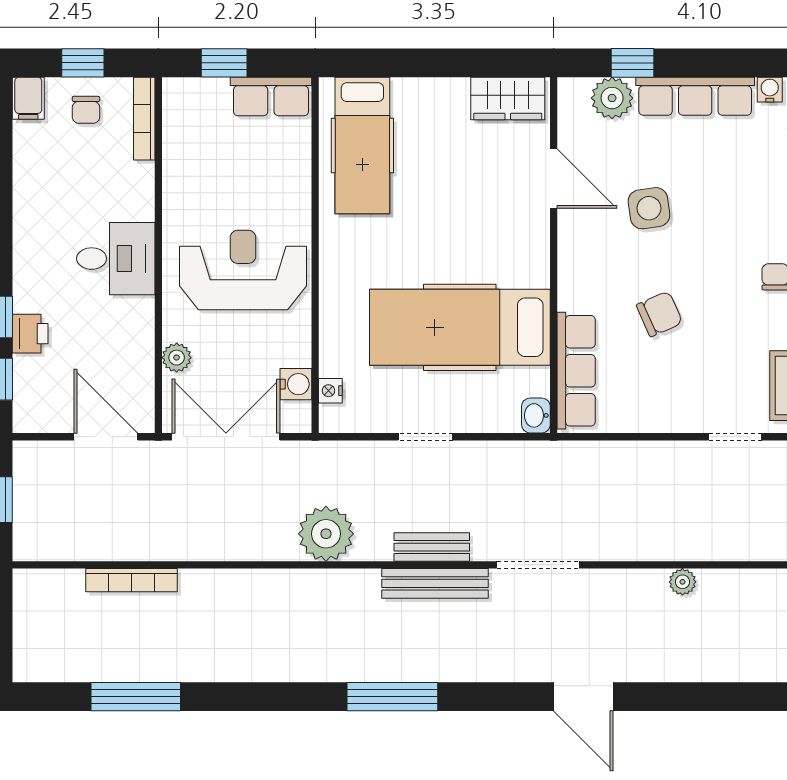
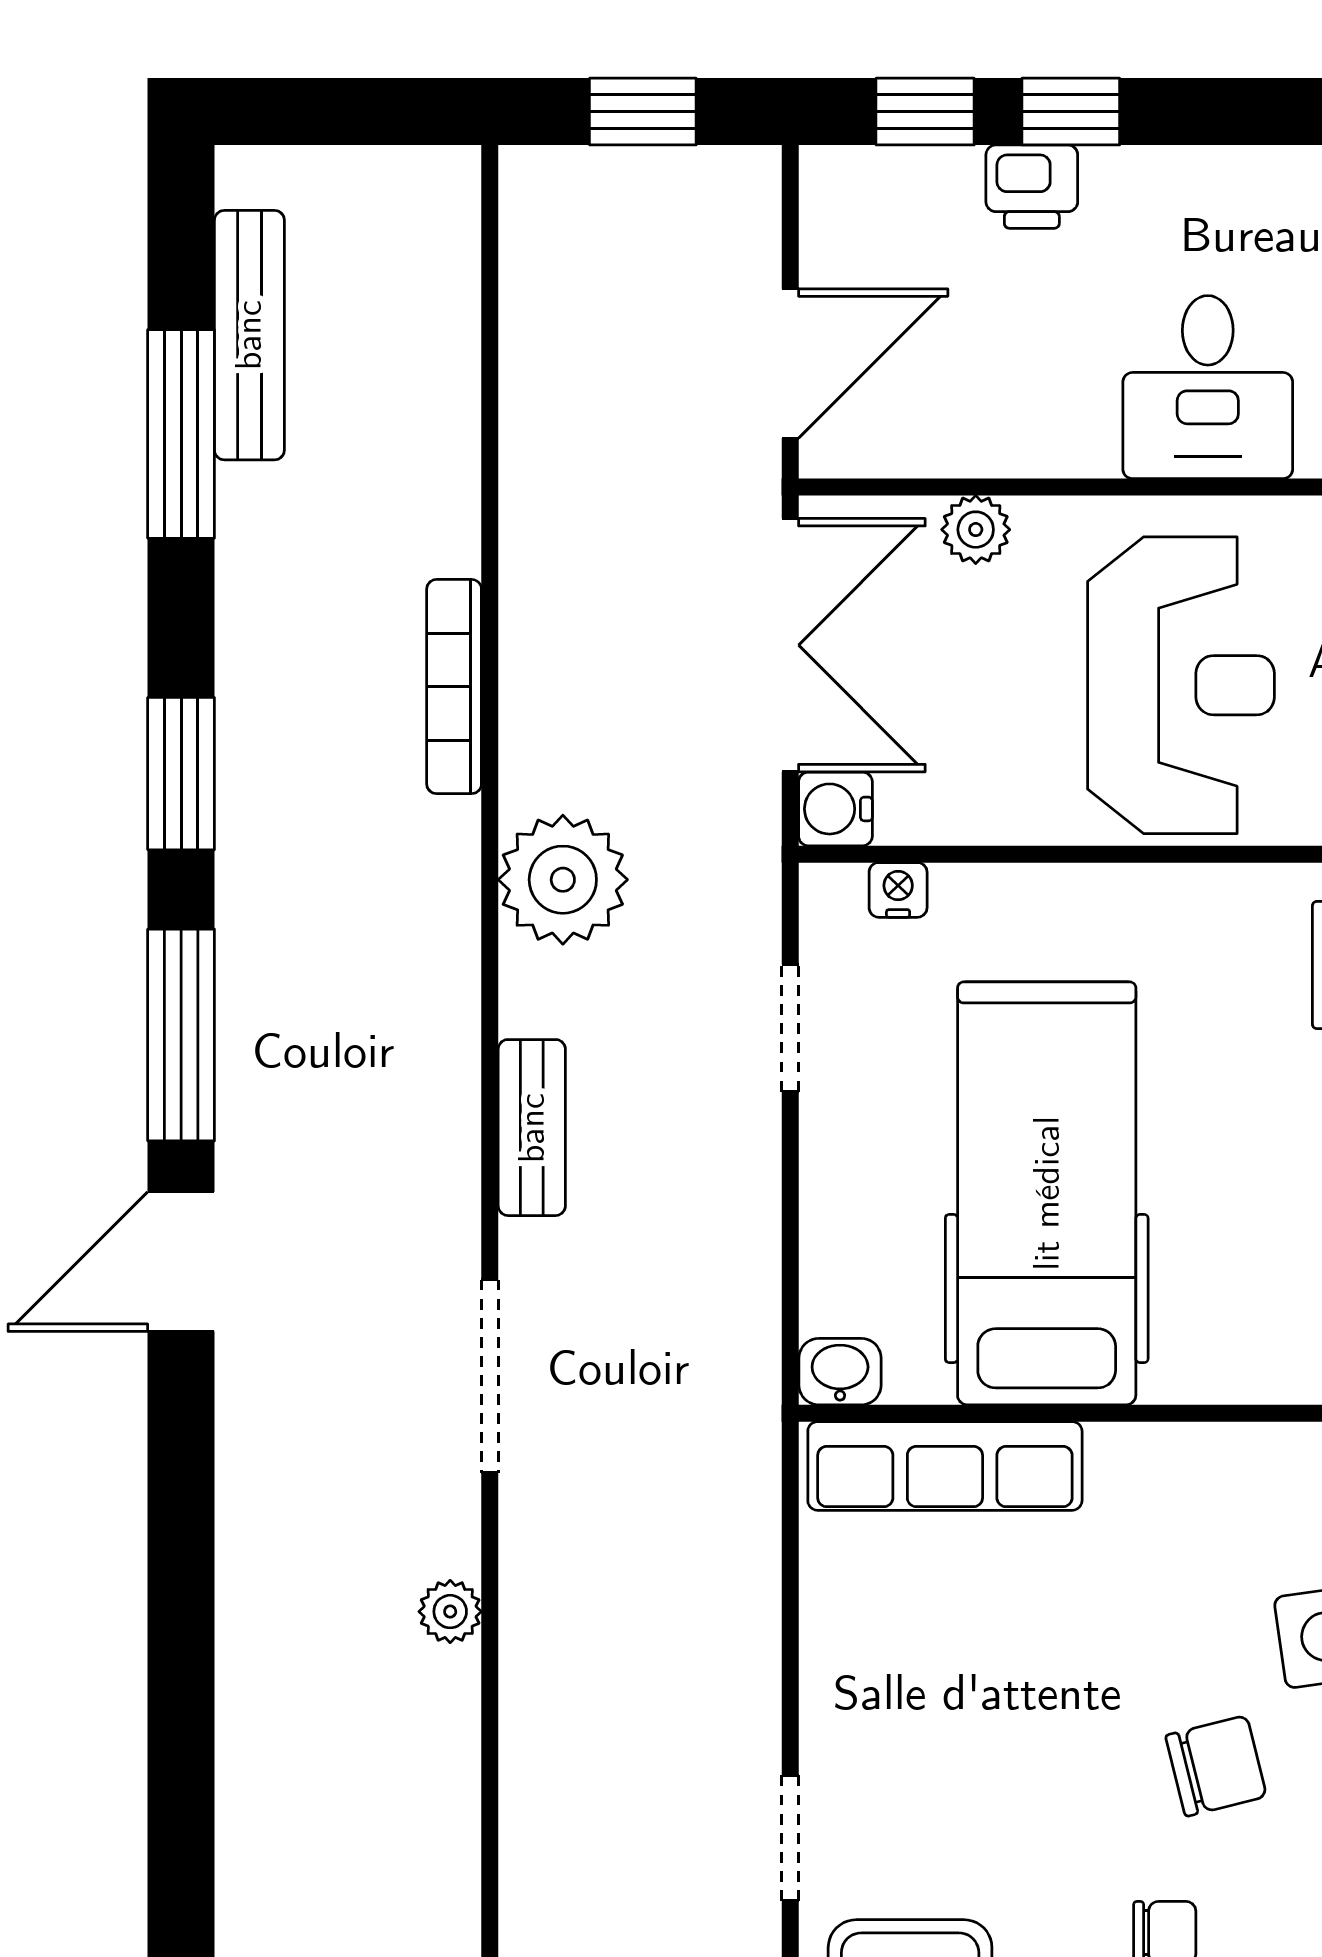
chair: (659, 314) -> (1216, 1766), moved, turned -80
water cooler: (296, 384) -> (835, 809), moved, turned 90
doorway: (425, 437) -> (790, 1028), moved
bookcase: (131, 580) -> (454, 687), moved
plant: (682, 582) -> (450, 1612), moved
bench: (435, 583) -> (249, 335), moved
window: (281, 697) -> (181, 774), added
door: (583, 697) -> (181, 1262), moved

